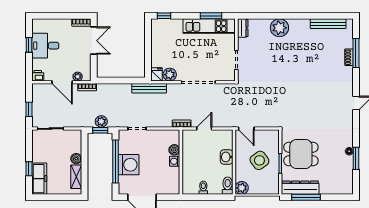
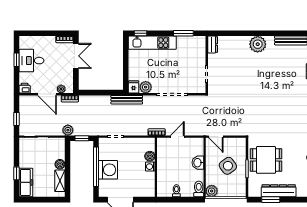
kitchen unit: (209, 26) -> (152, 43), moved
plant: (279, 28) -> (258, 44), moved
plant: (101, 121) -> (68, 130), moved
dresser: (300, 188) -> (279, 191), moved
window: (306, 197) -> (271, 200), width x0.69

